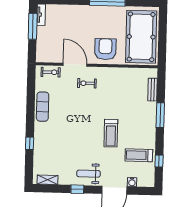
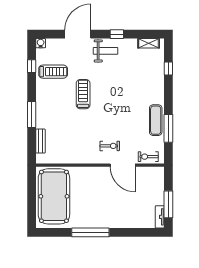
armchair: (105, 49) -> (91, 182), removed
window: (31, 98) -> (168, 128), added
window: (30, 143) -> (168, 68), moved
water cooler: (132, 182) -> (41, 43), moved

